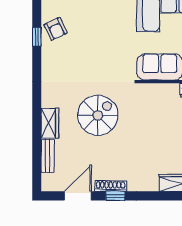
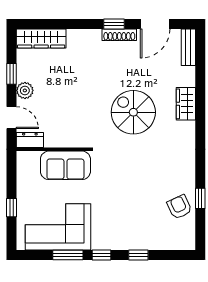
spiral stairs: (98, 115) -> (133, 112), turned 90
bench: (48, 156) -> (188, 47), moved

